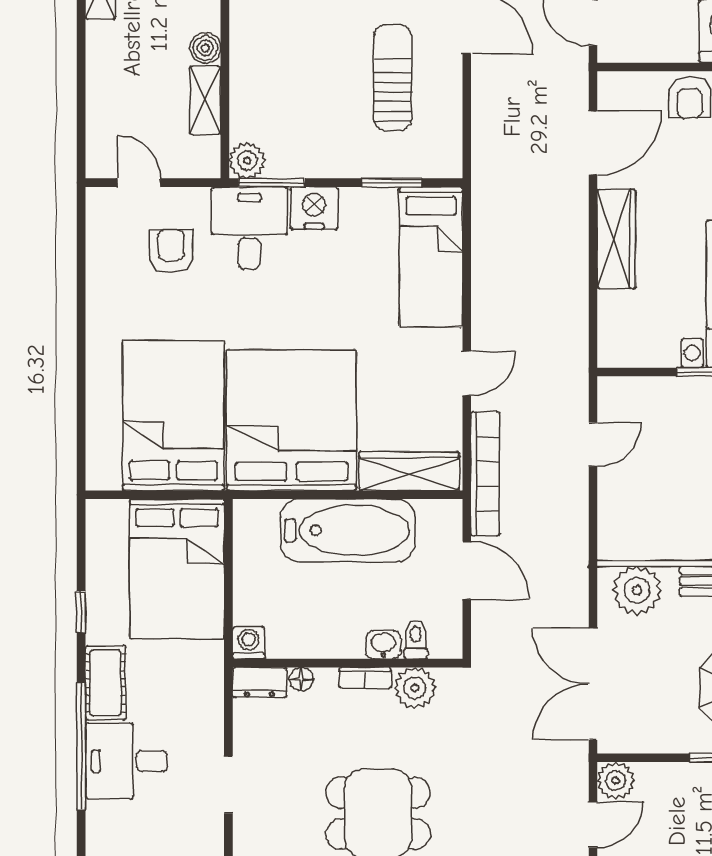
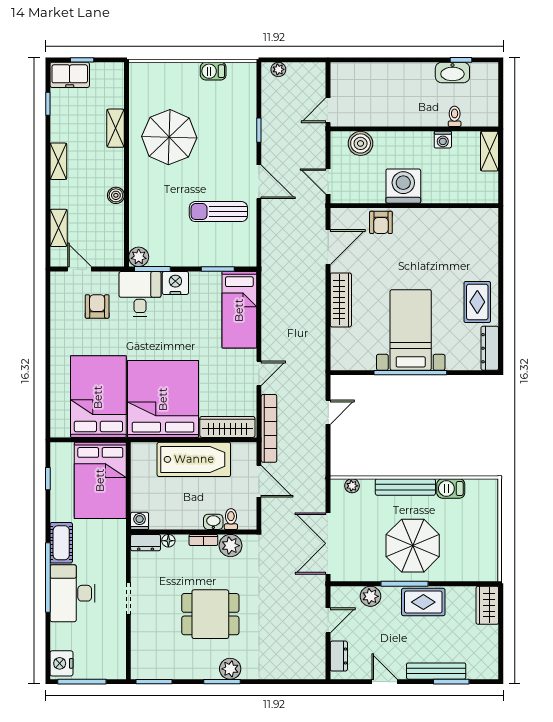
sun lounger: (393, 78) -> (218, 212), turned -90
shelving: (205, 100) -> (59, 228), moved
plant: (637, 590) -> (352, 486), width x0.53, depth x0.53
window: (81, 612) -> (48, 479), moved
desk: (126, 761) -> (73, 593), width x1.37
plant: (616, 781) -> (370, 596), moved

